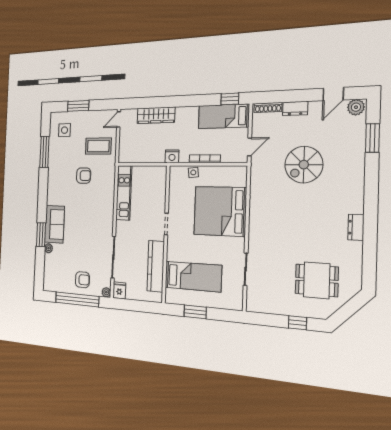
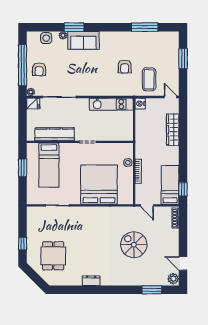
dresser: (295, 108) -> (174, 238), removed
side table: (64, 130) -> (46, 38), moved
nightstand: (172, 156) -> (140, 104), moved

